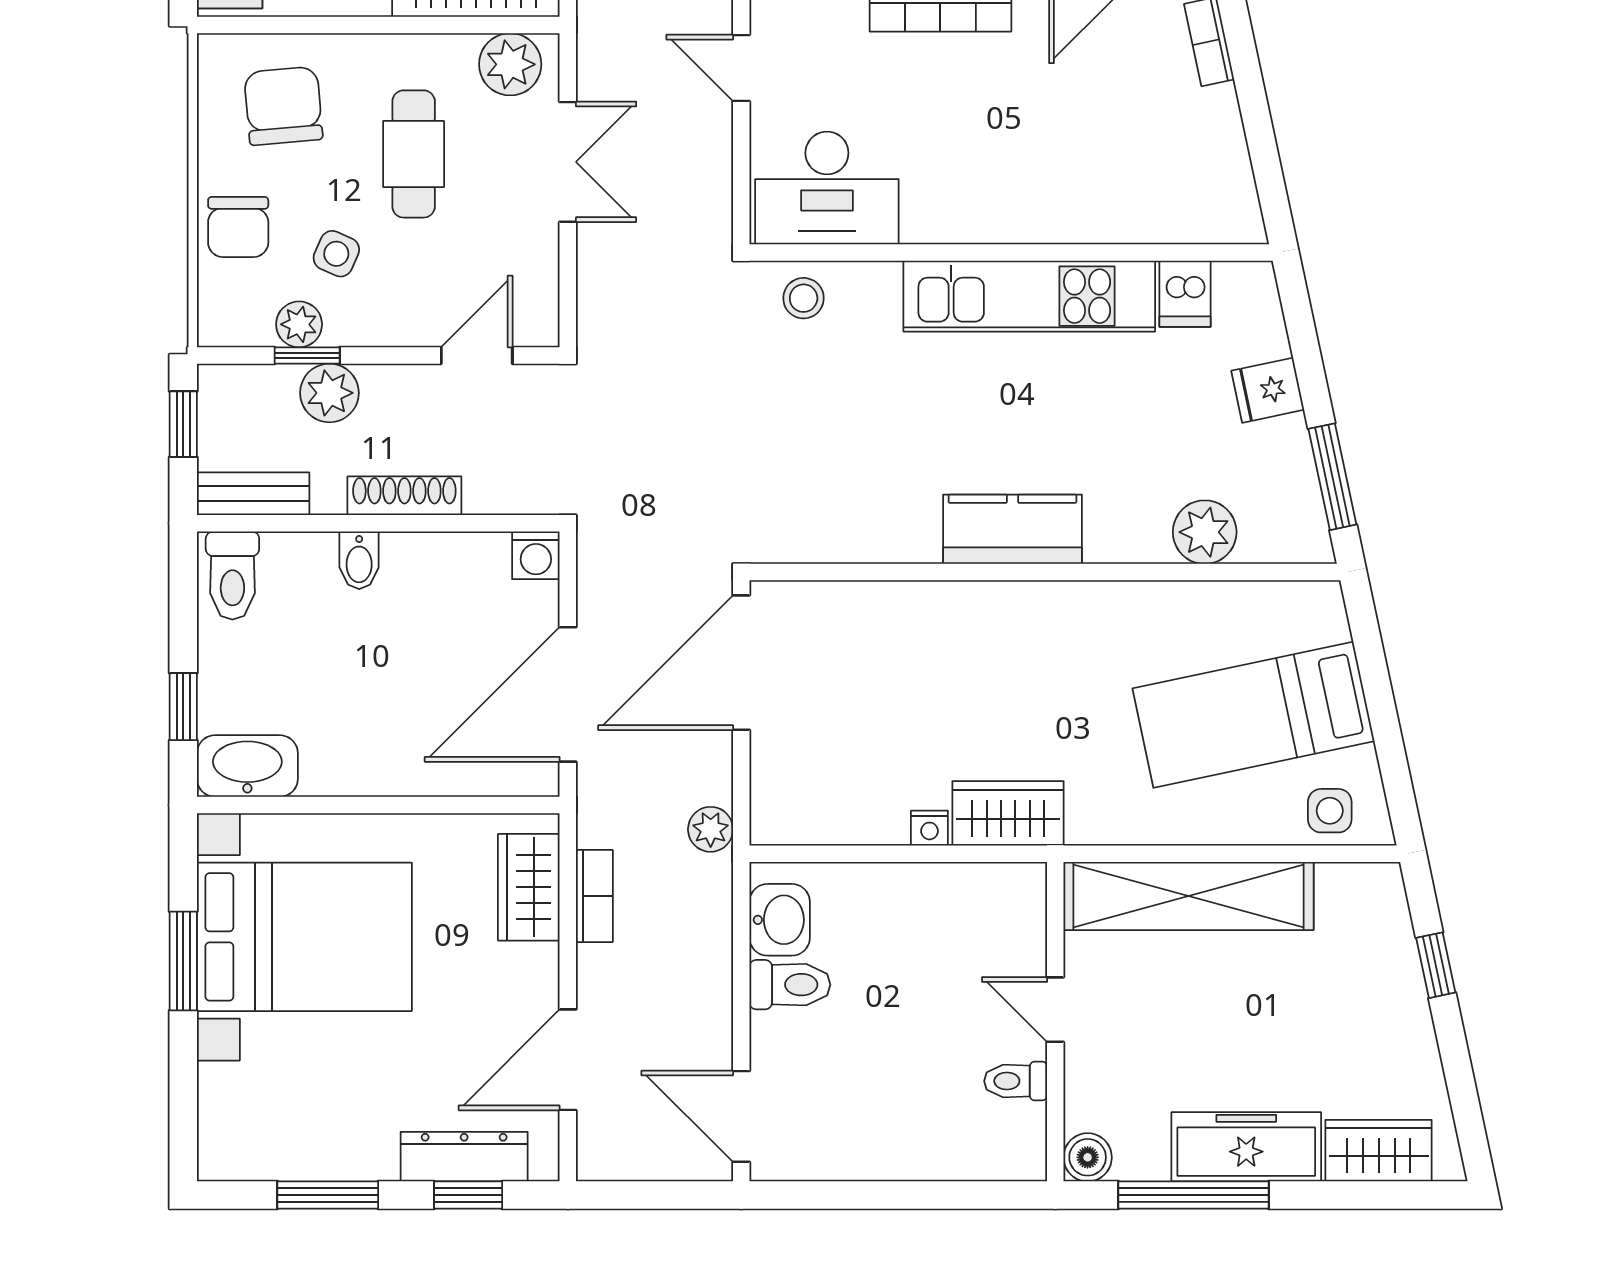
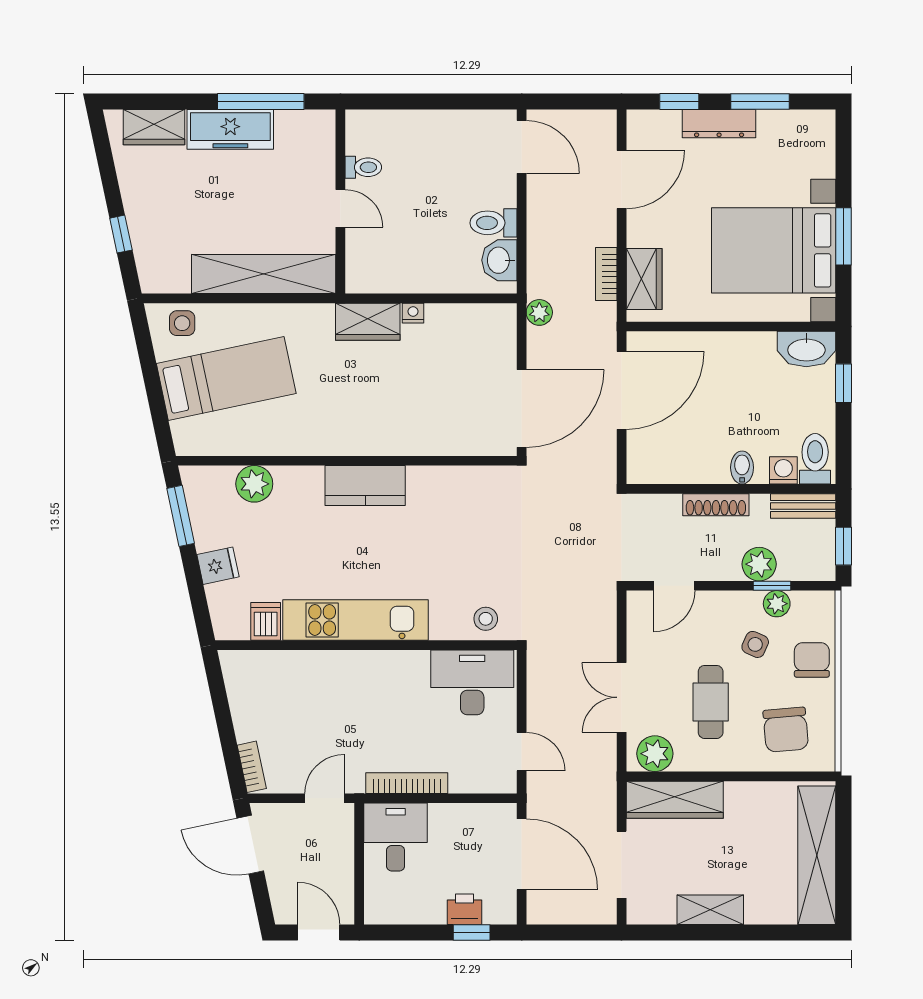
washing machine: (536, 555) -> (783, 470), moved
dresser: (464, 1157) -> (719, 124), moved
boiler: (1088, 1157) -> (322, 123), removed

